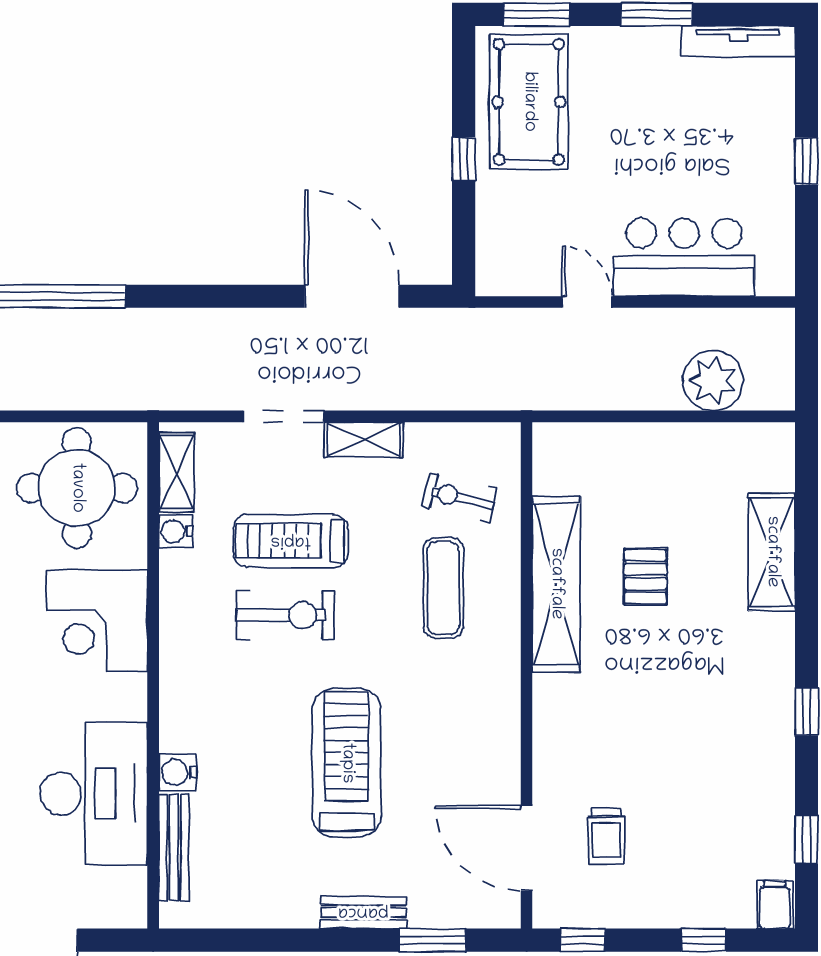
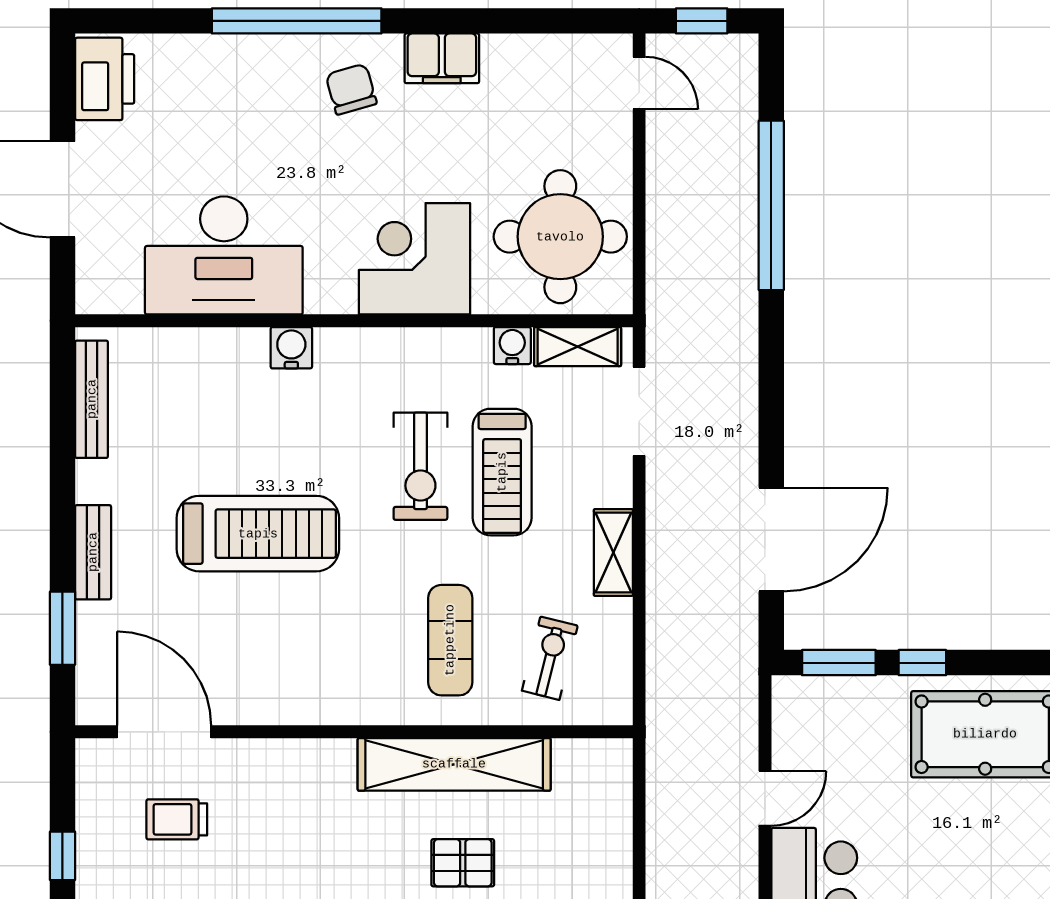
window: (464, 235) -> (839, 663), added
doorway: (283, 416) -> (639, 411), moved
treadmill: (291, 541) -> (502, 472), turned 180
exercise mat: (443, 588) -> (450, 640), turned 90
water cooler: (178, 772) -> (291, 348), moved
bench: (174, 847) -> (92, 399), moved, turned 90
door: (527, 848) -> (164, 732), hinge flipped
window: (583, 940) -> (62, 856), moved

